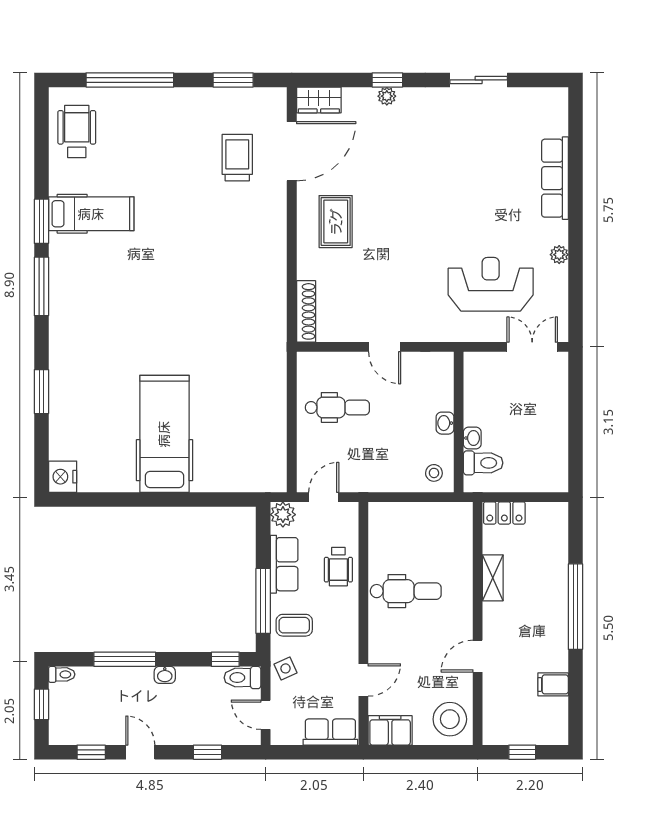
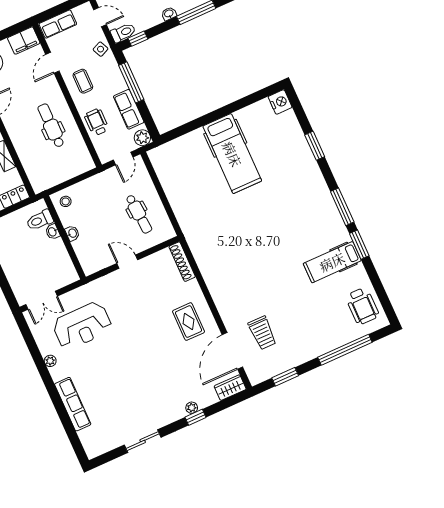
dental chair: (337, 407) -> (139, 214), turned -94
dental chair: (406, 591) -> (51, 125), turned 90
coffee table: (294, 625) -> (83, 81), moved, turned 90

